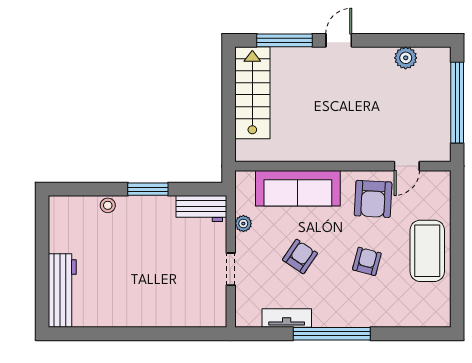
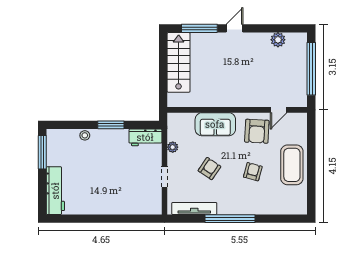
sofa: (298, 188) -> (215, 124), width x0.73
window: (42, 231) -> (42, 152), added
tv unit: (287, 318) -> (194, 208), width x1.41

